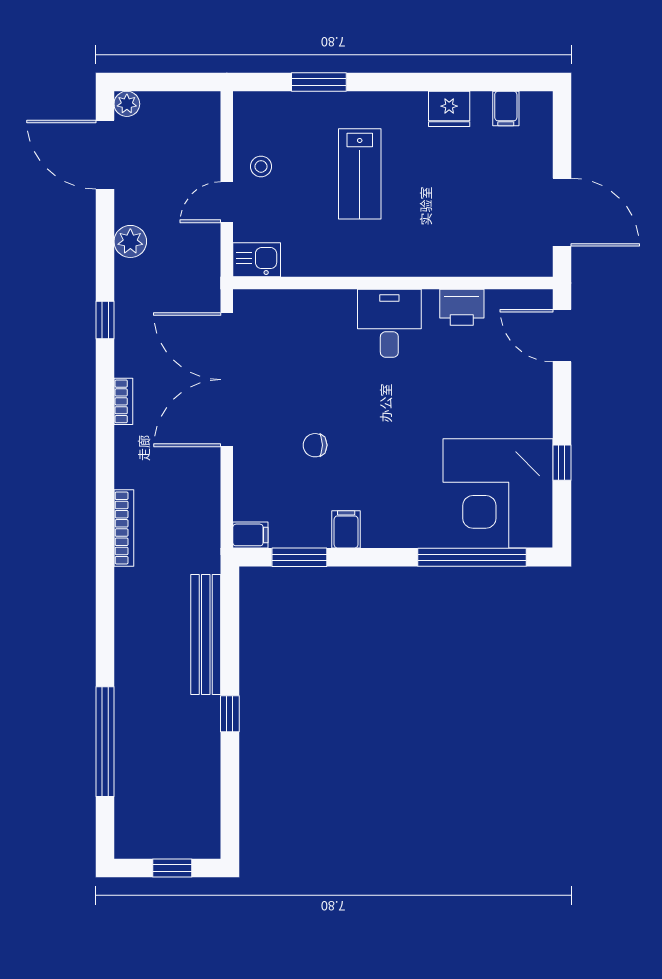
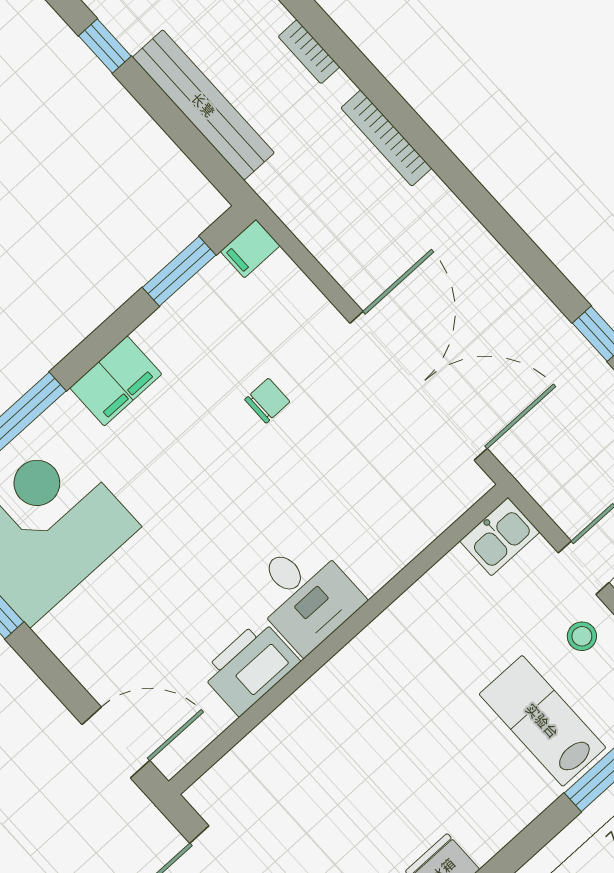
lab bench: (360, 174) -> (542, 721), moved
printer: (462, 307) -> (250, 667), width x1.37, depth x1.19
bookcase: (123, 401) -> (309, 52), moved
filing cabinet: (346, 529) -> (116, 381), moved, width x2.00

